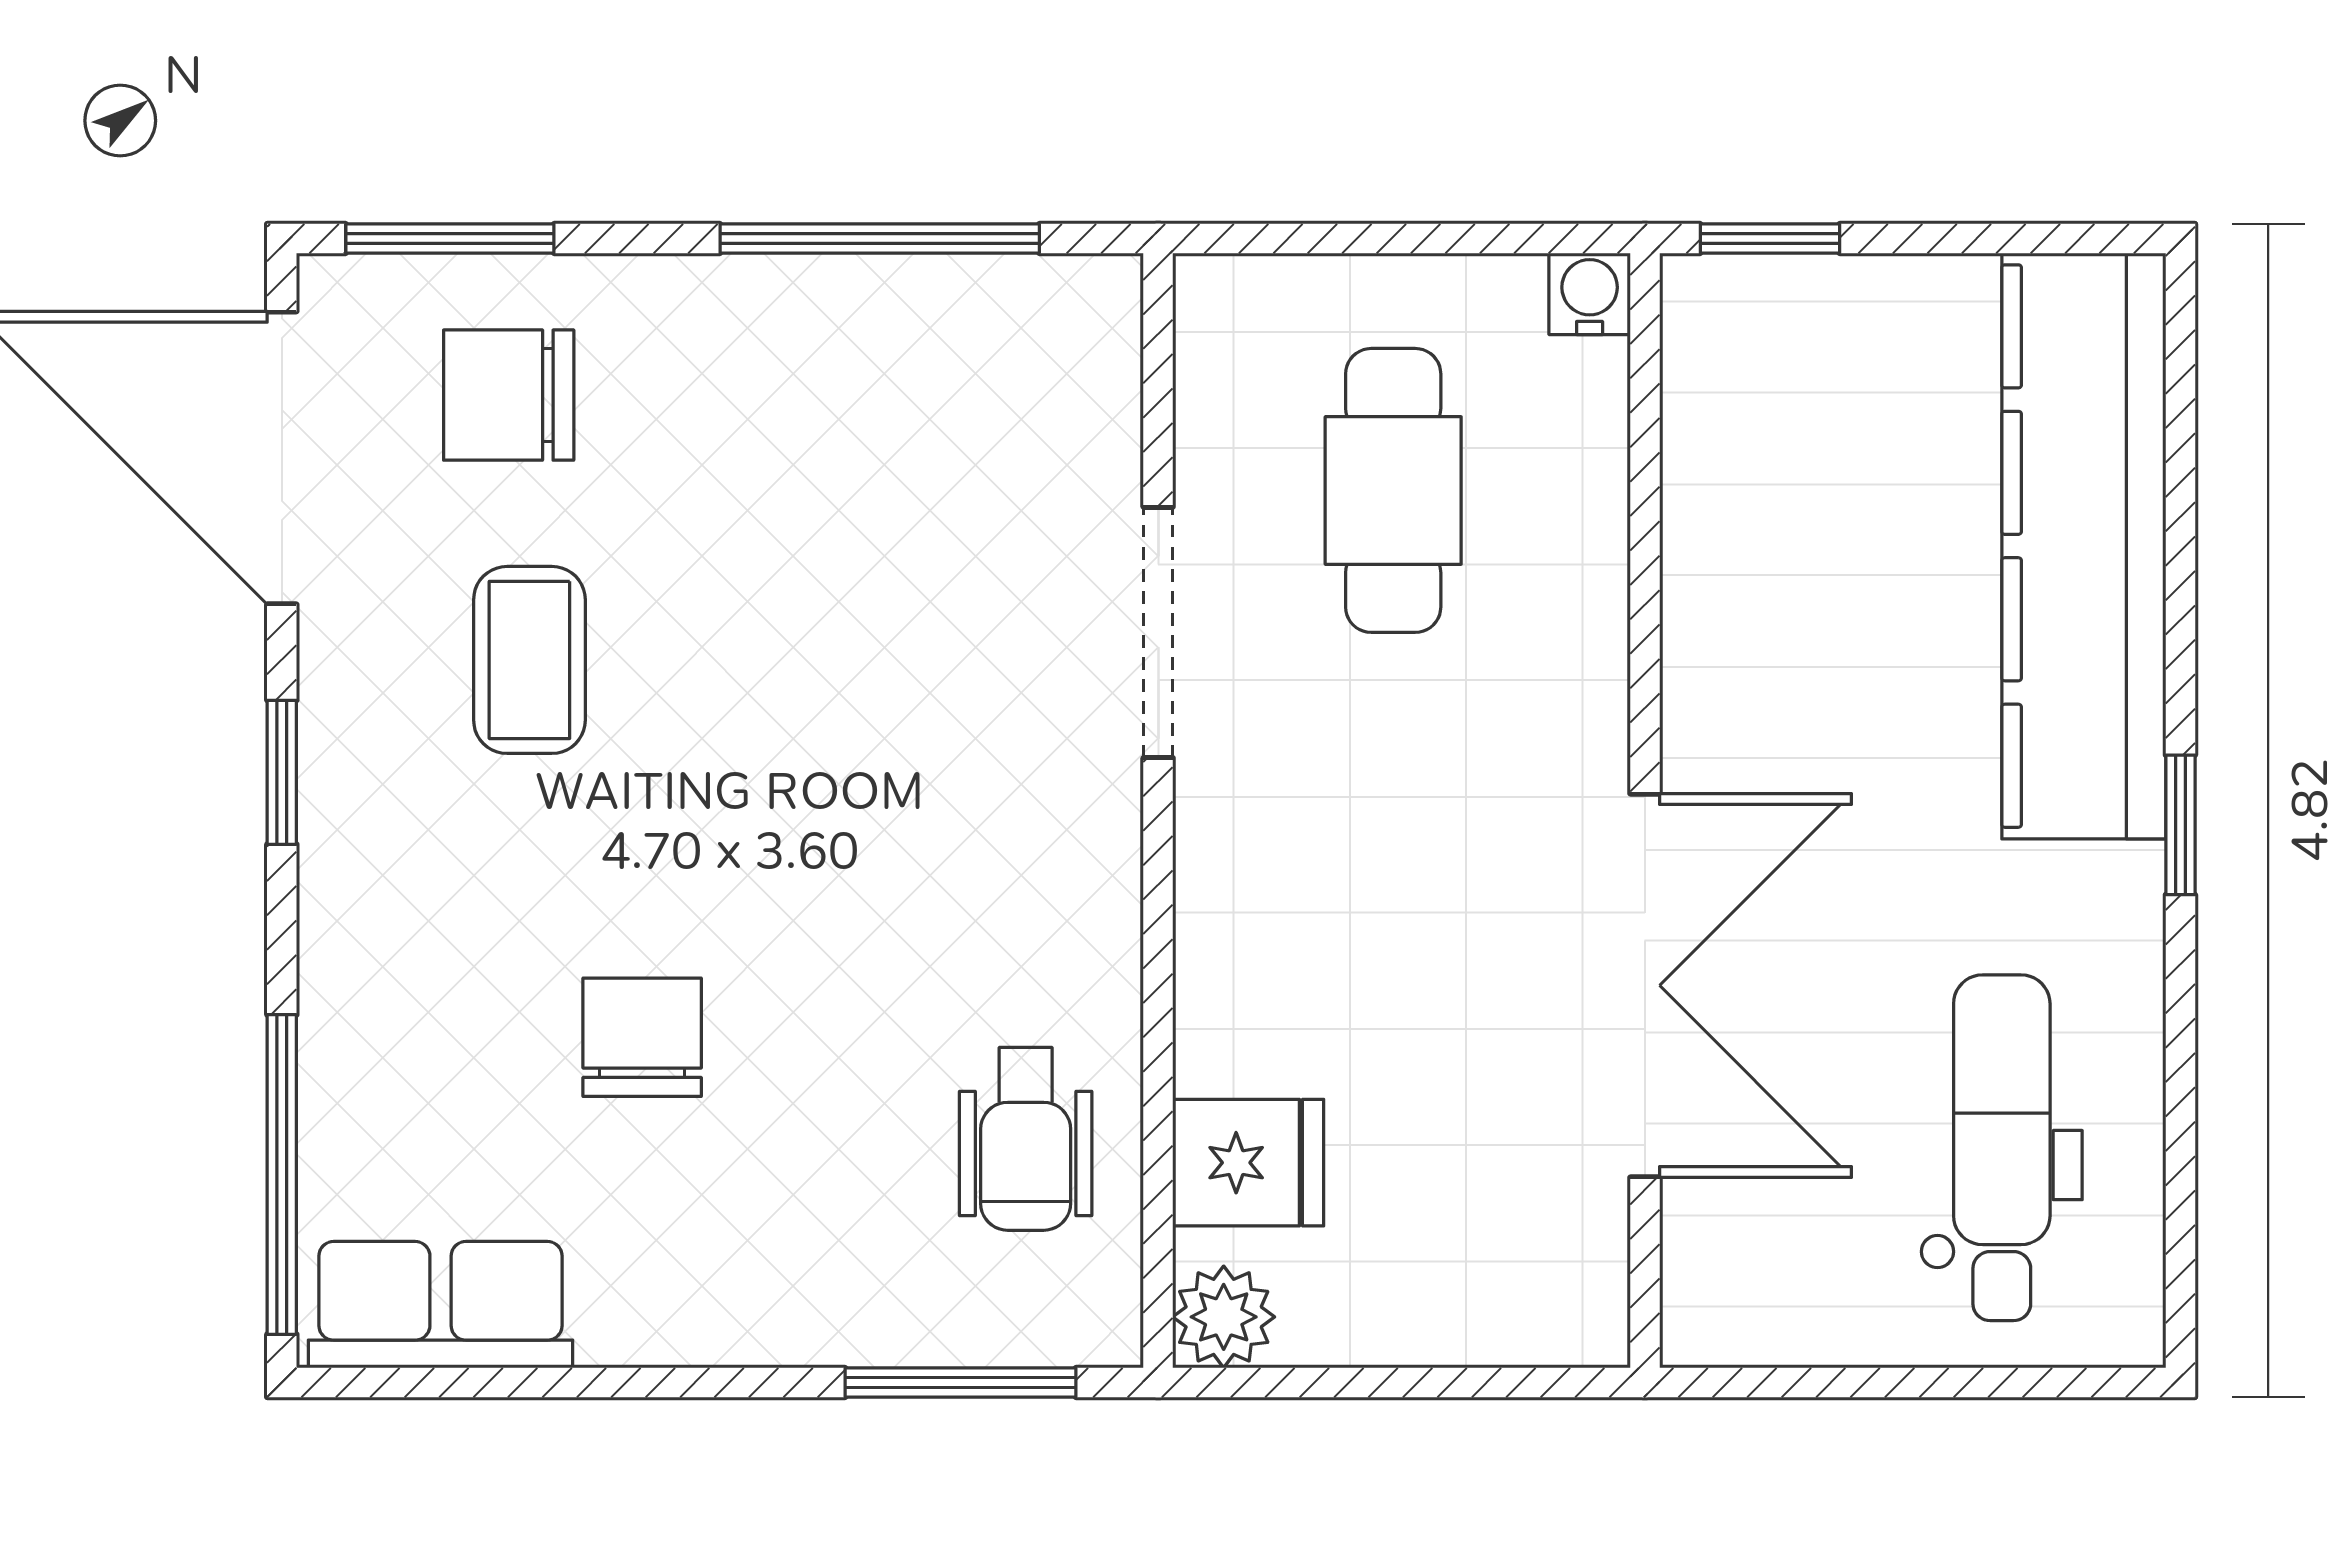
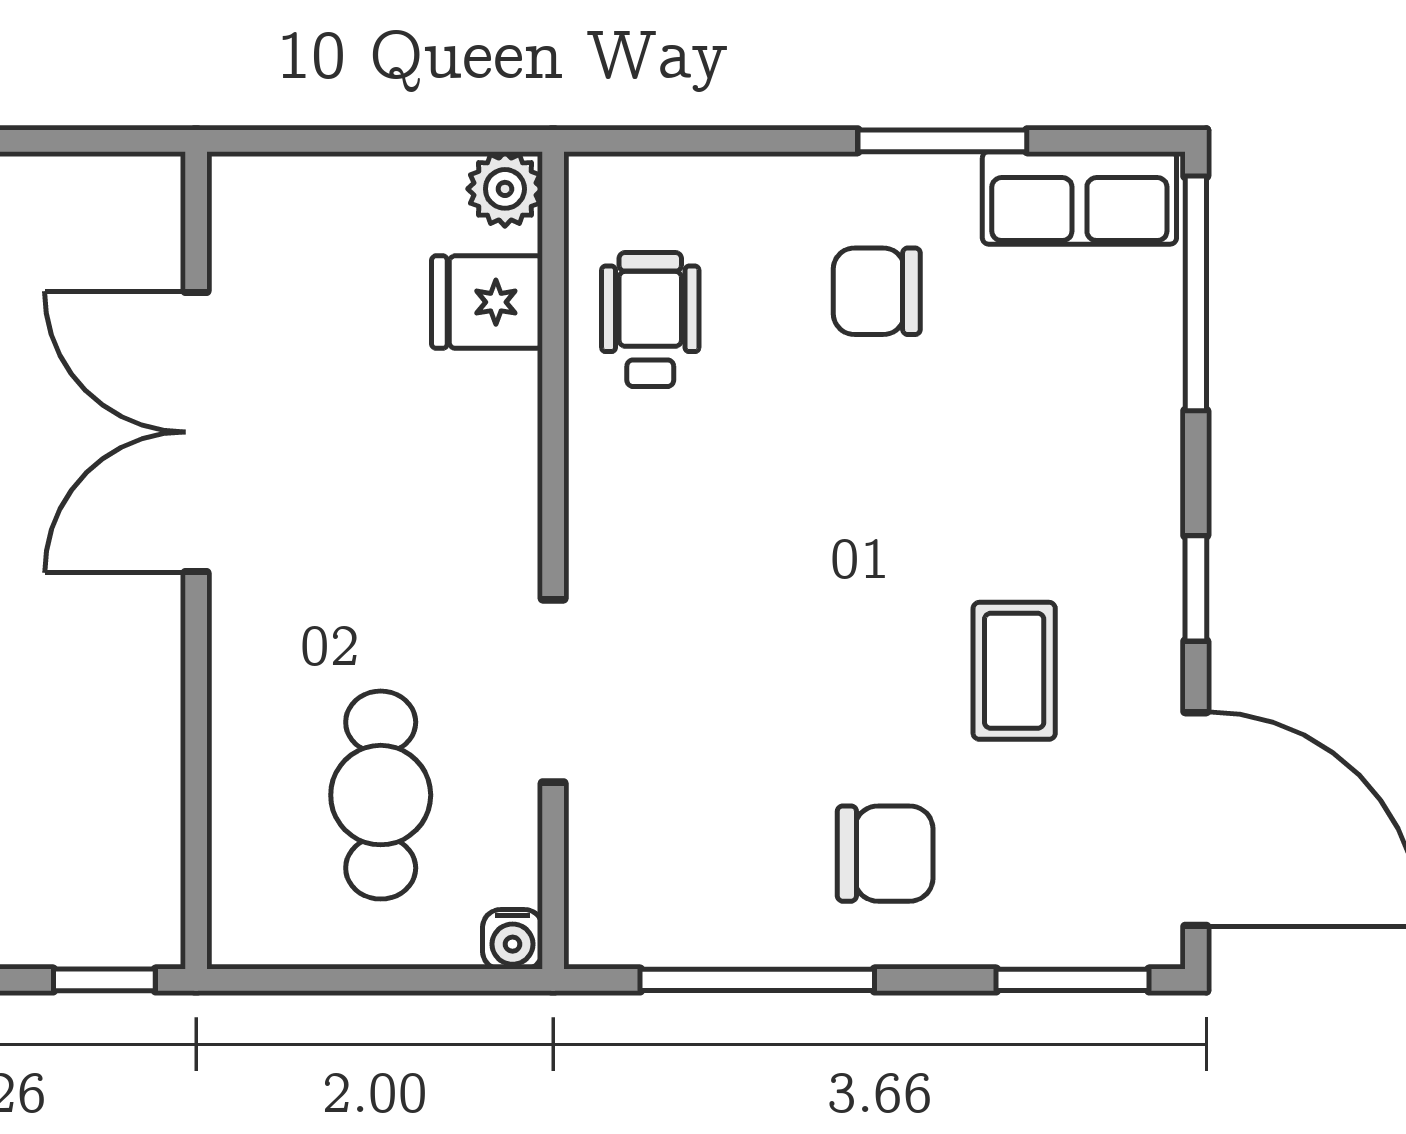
water cooler: (1590, 294) -> (513, 939), moved
chair: (509, 395) -> (885, 854), moved
chair: (642, 1037) -> (877, 291), moved, turned 90
window: (961, 1383) -> (942, 141), moved

